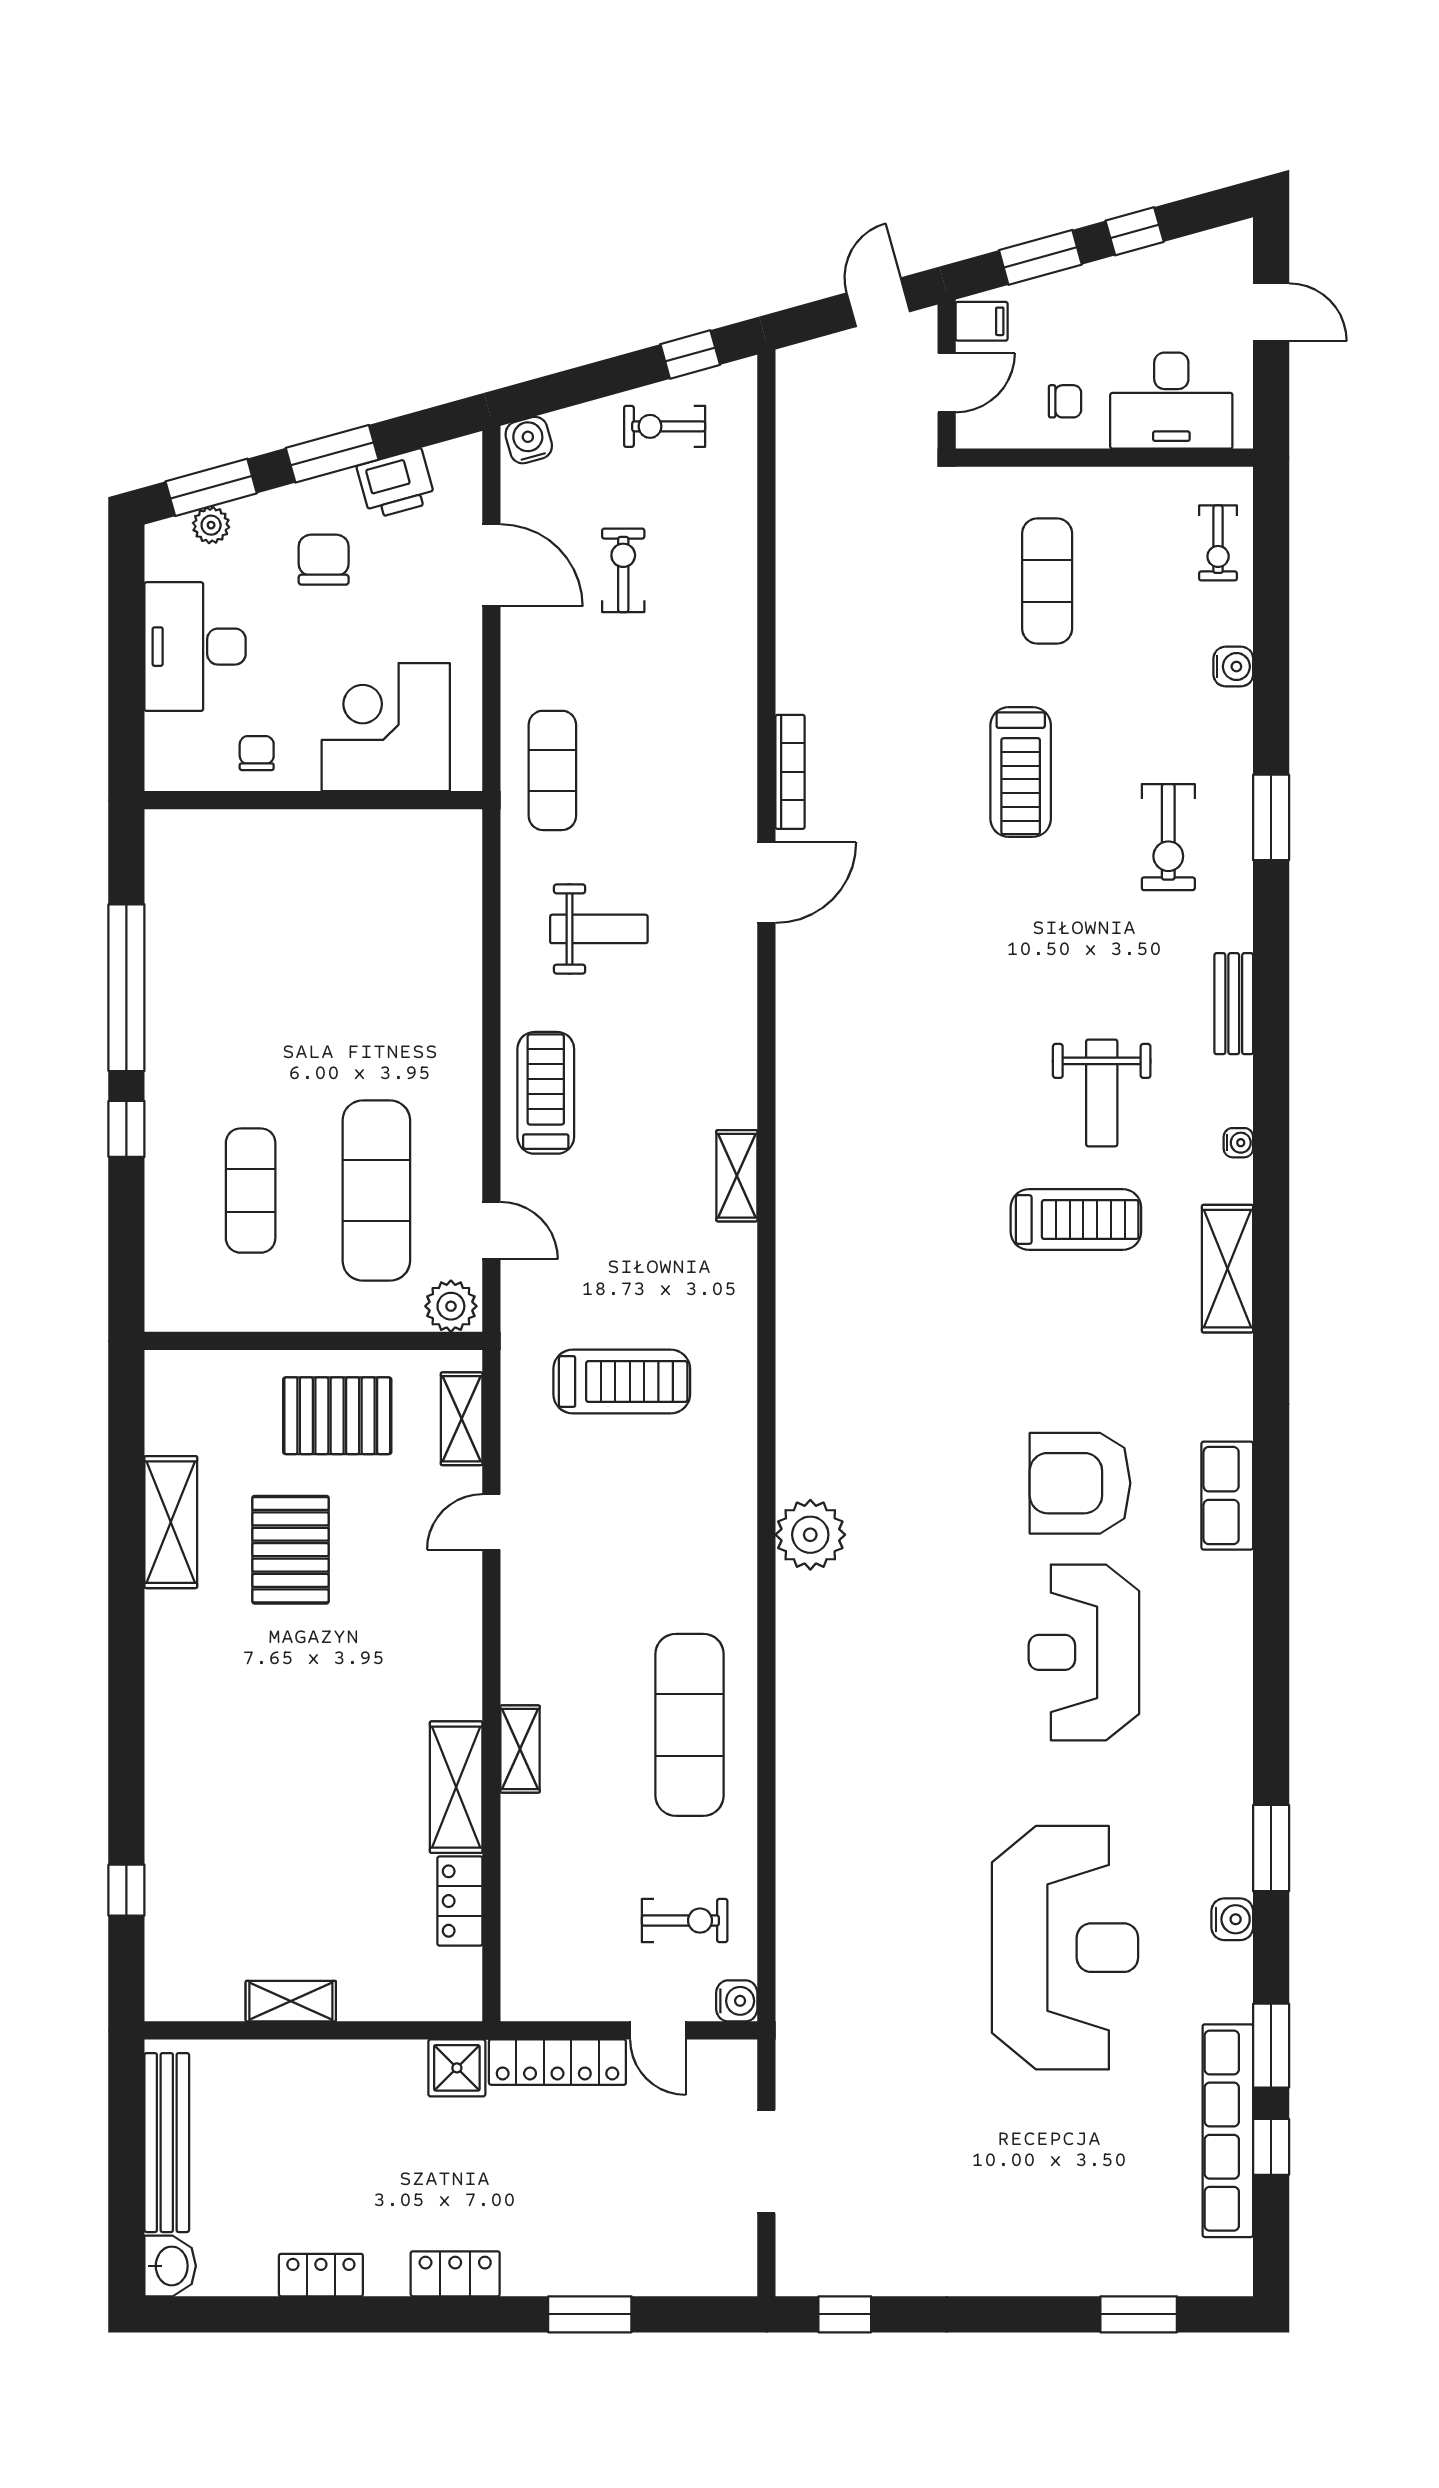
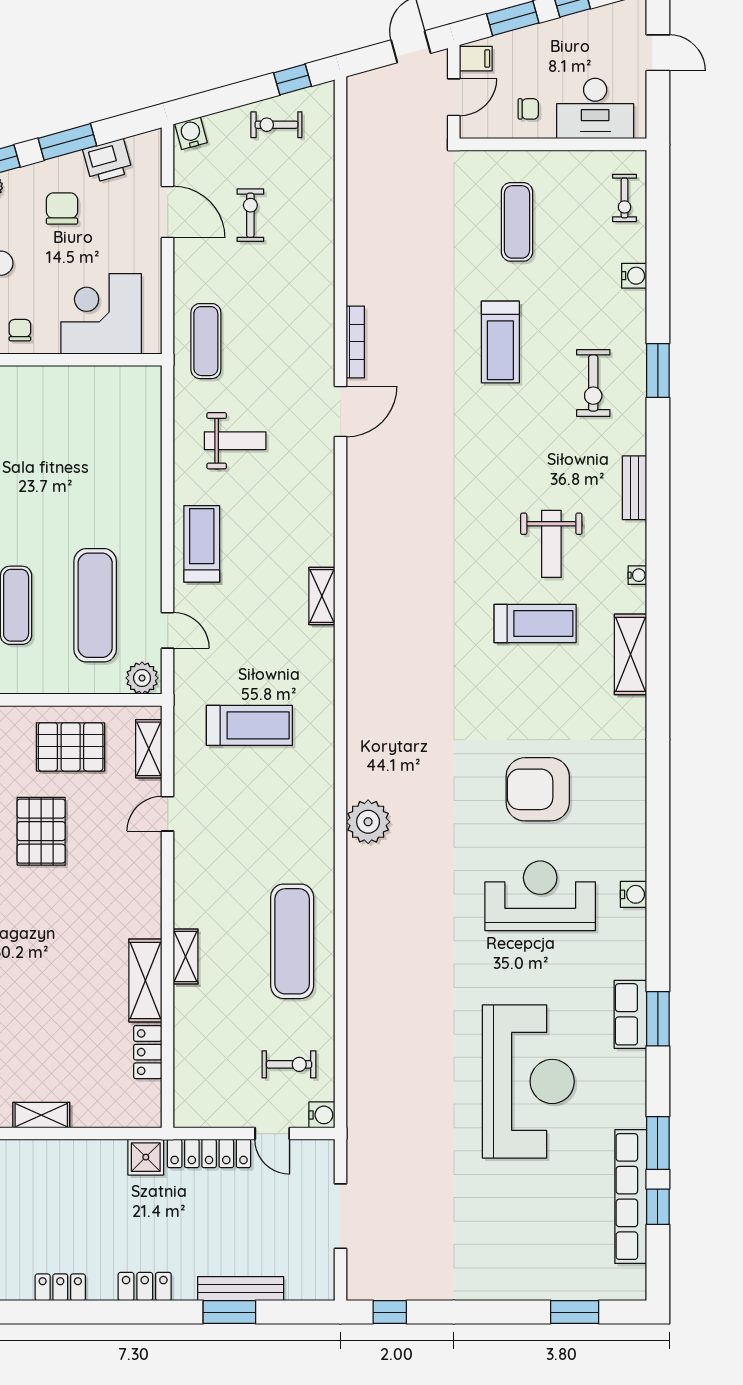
row of seats: (1227, 1496) -> (630, 1014), moved
reception desk: (1084, 1652) -> (540, 896), turned 90
water cooler: (1232, 1919) -> (633, 894), moved
bench: (608, 2277) -> (241, 1289), added

